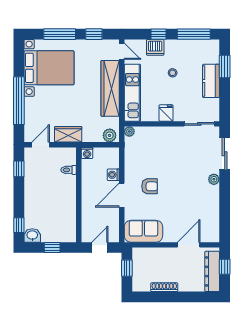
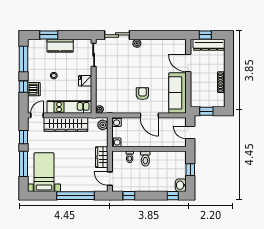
bed with nightstands: (49, 68) -> (44, 172), width x0.73
washing machine: (113, 175) -> (117, 122), moved
toilet: (66, 190) -> (145, 159), added
sofa: (143, 231) -> (178, 93), width x1.36

